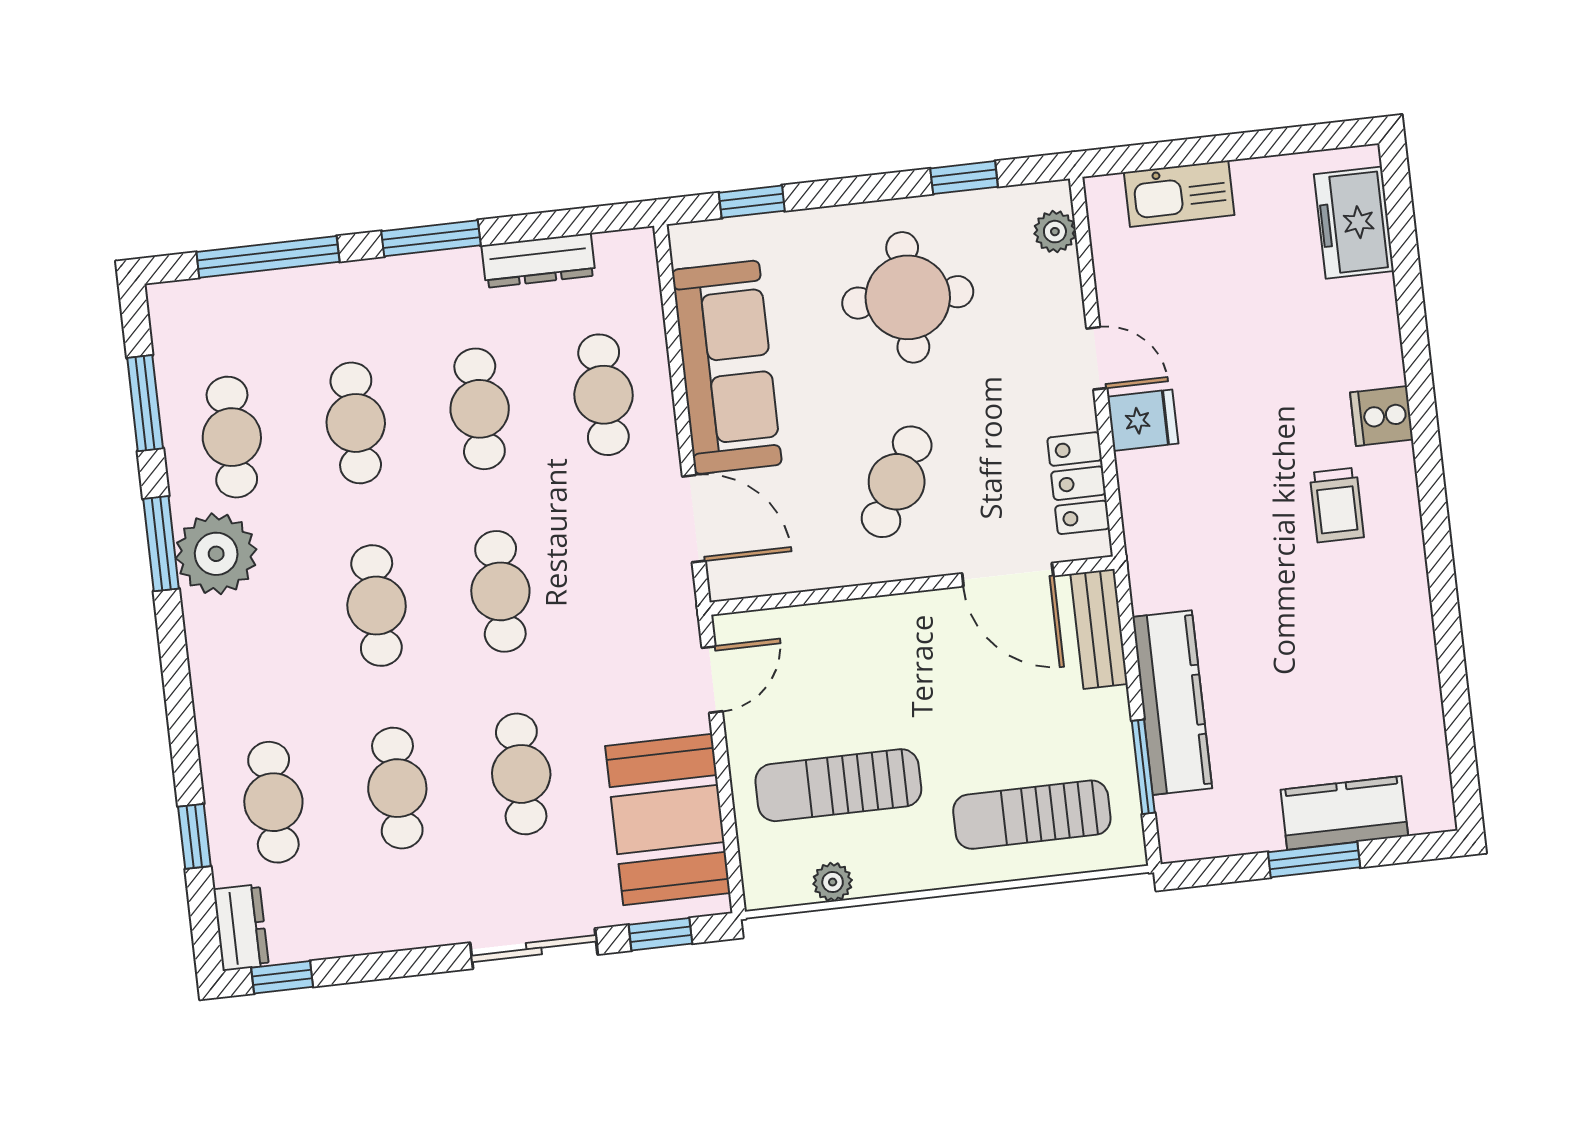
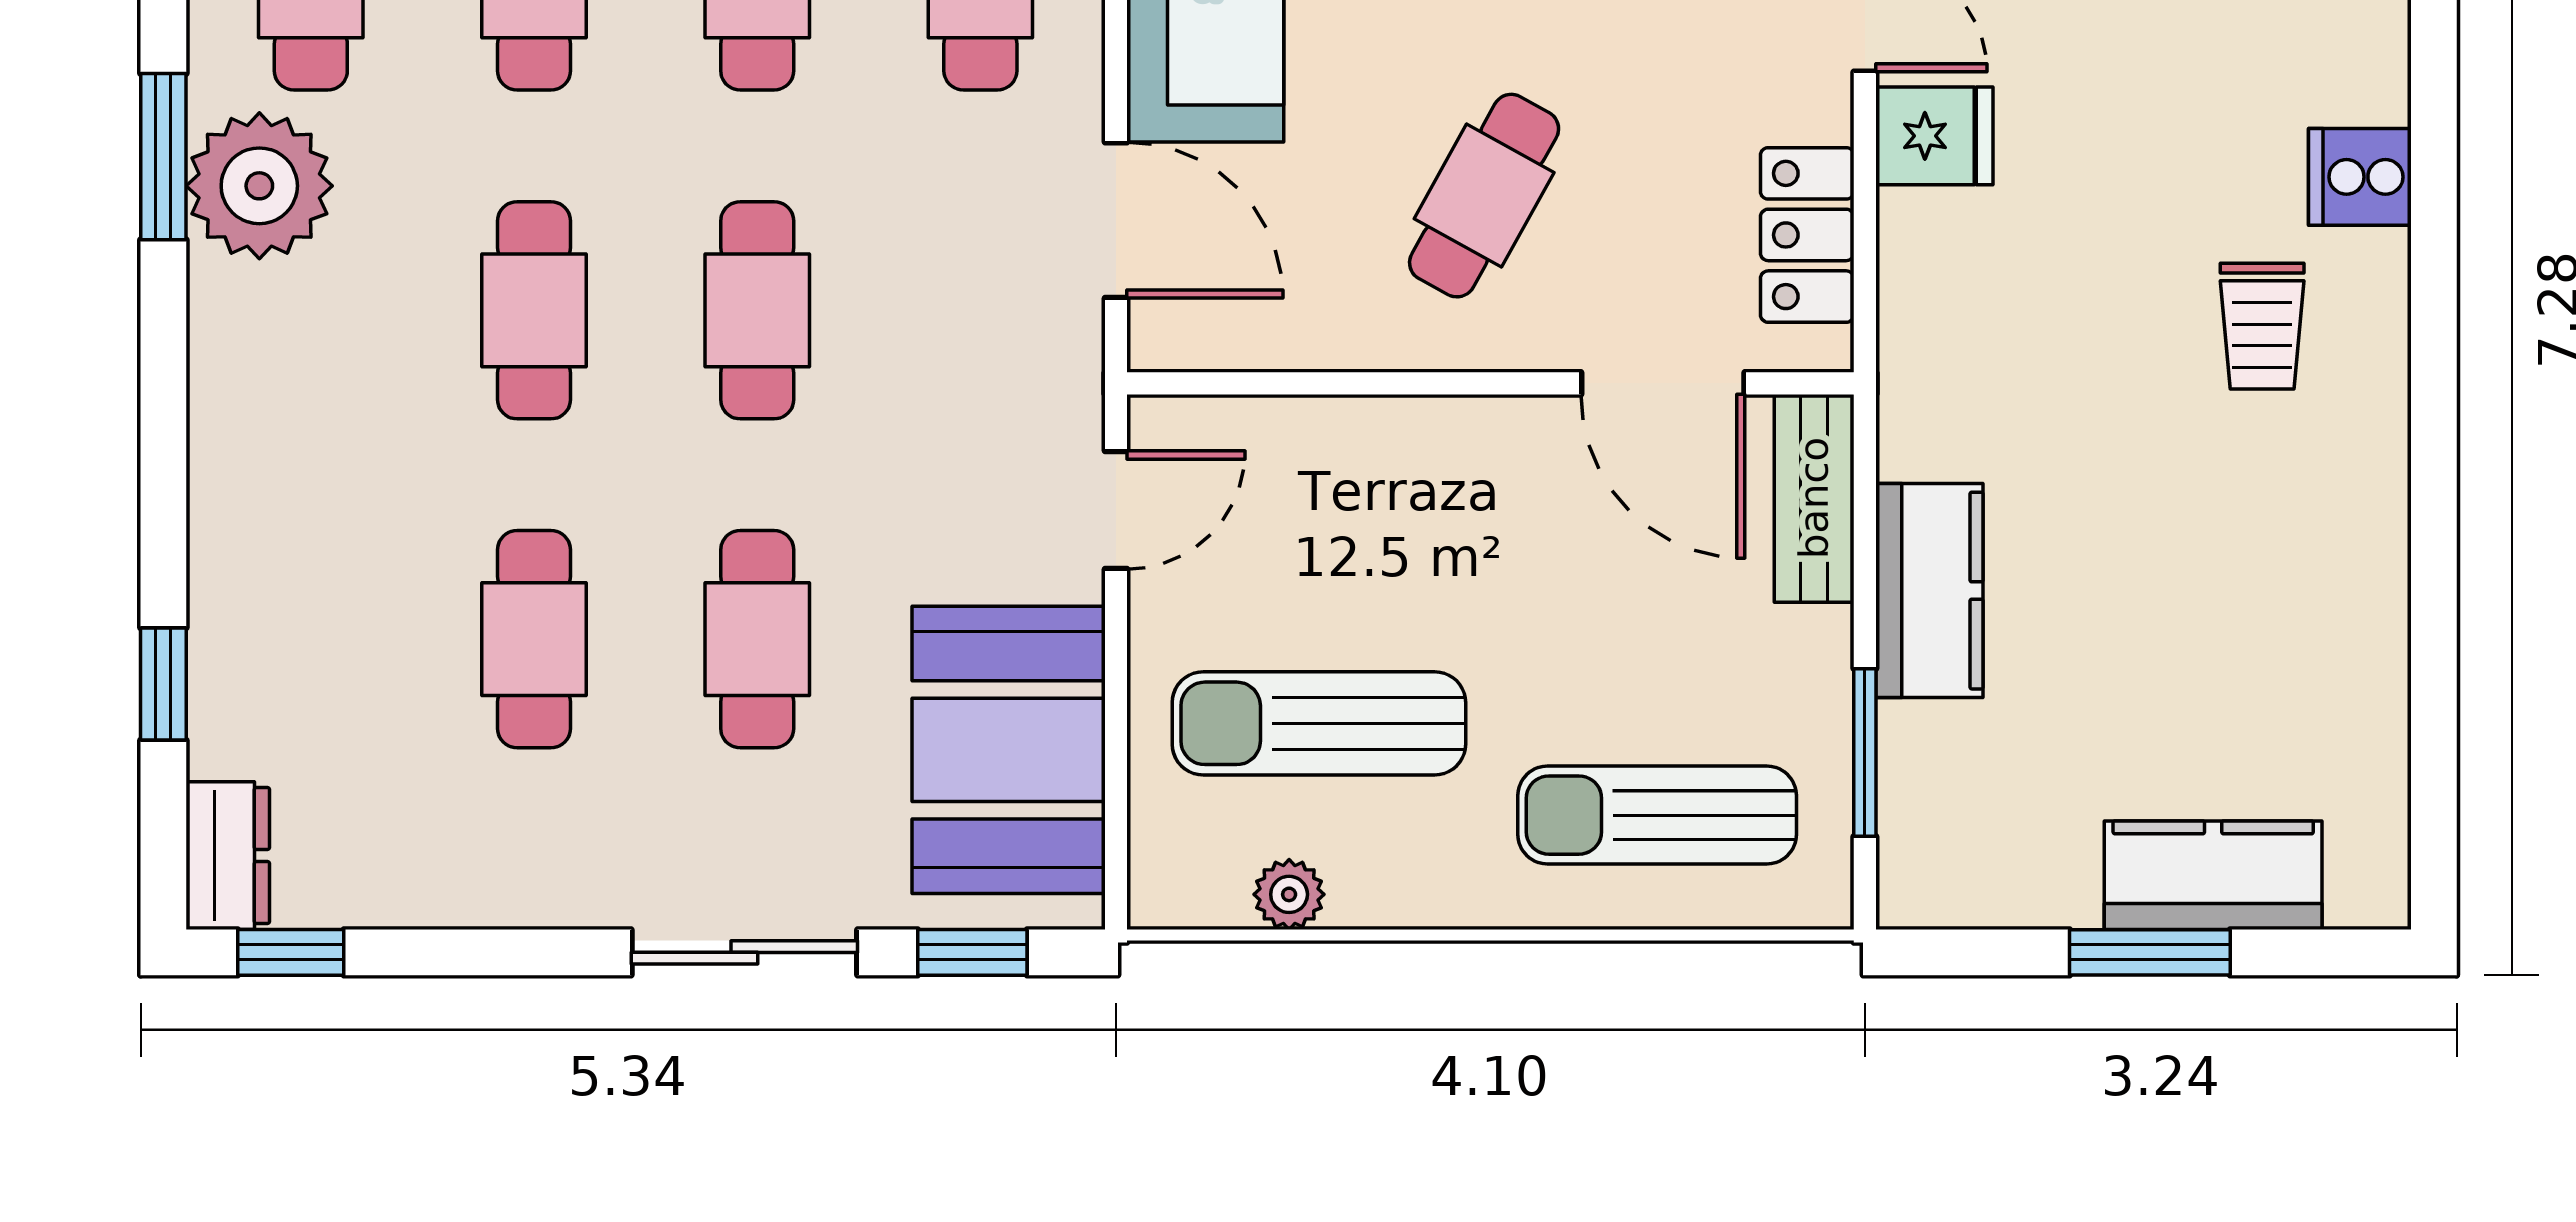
kitchen counter: (1172, 703) -> (1929, 591), width x0.67
cafe table: (273, 802) -> (311, 639), removed

